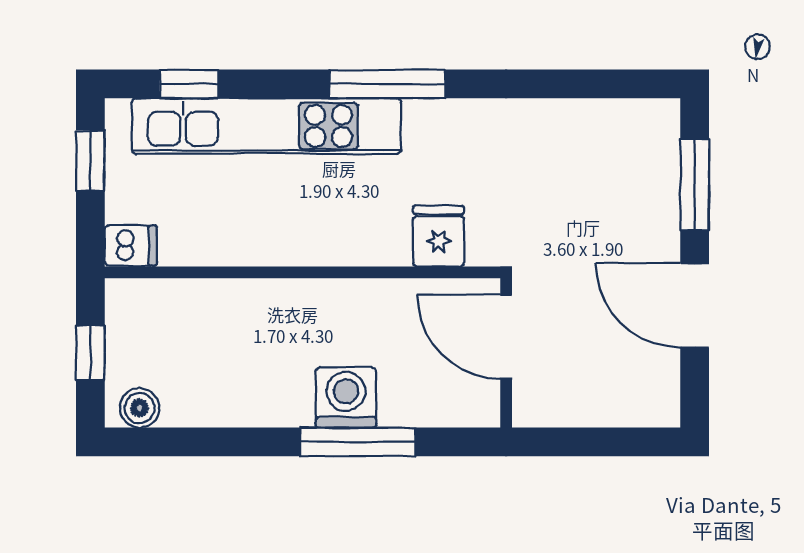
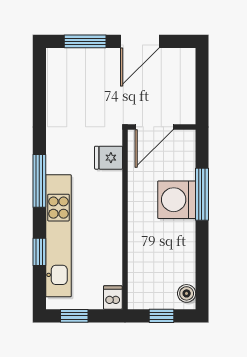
window: (189, 84) -> (39, 252), moved
washing machine: (346, 397) -> (177, 200), width x1.37, depth x1.37

